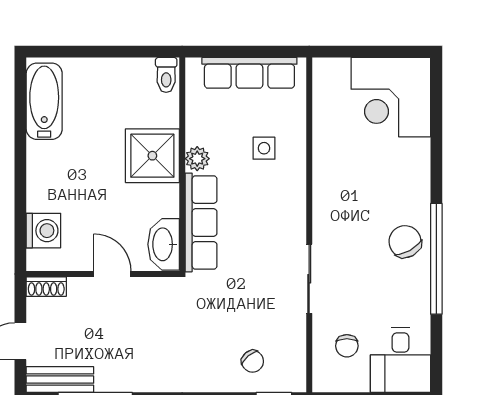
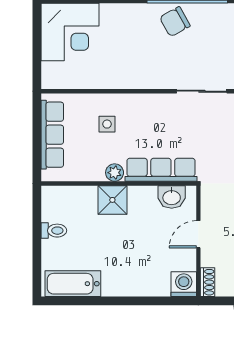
toilet: (166, 75) -> (54, 231), moved
shower: (152, 156) -> (112, 200), width x0.73, depth x0.73
washing machine: (43, 231) -> (184, 284), moved
washbasin: (164, 244) -> (172, 197), width x0.72

